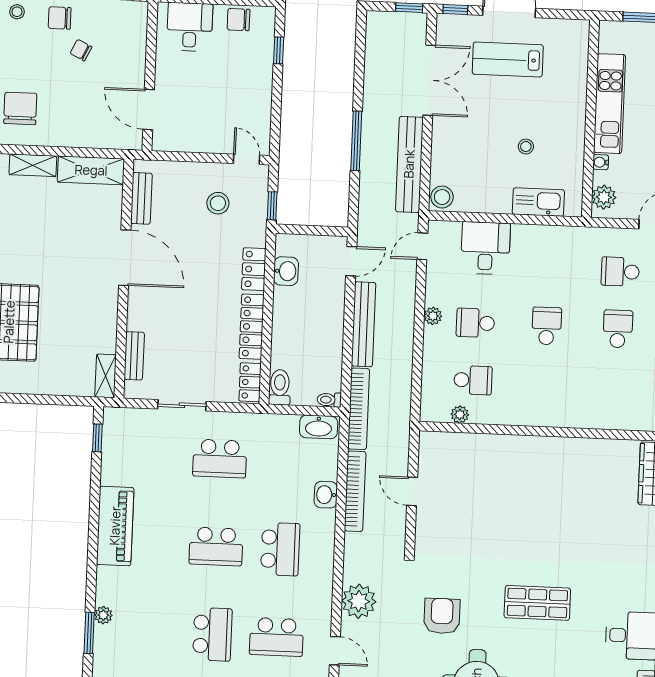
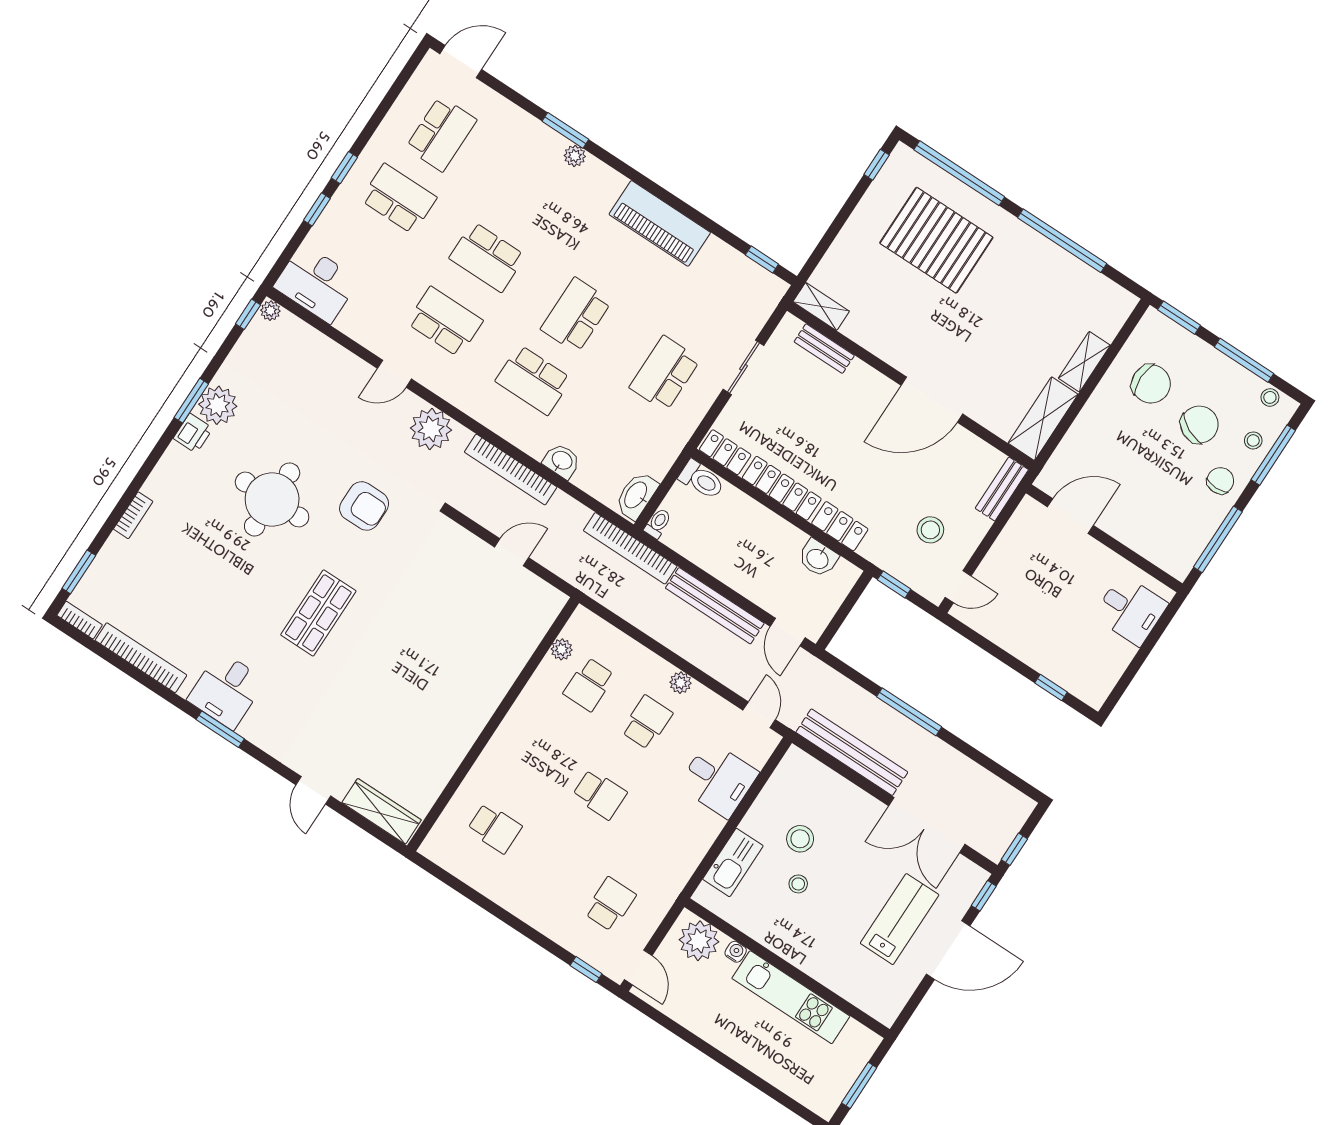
chair: (238, 20) -> (1108, 665), removed
chair: (81, 50) -> (1199, 425), moved, width x1.87, depth x1.87
stool: (442, 197) -> (800, 839), moved
plant: (604, 197) -> (699, 941), width x1.36, depth x1.36
bench: (141, 198) -> (1002, 489), moved, turned 90
school desk: (618, 329) -> (495, 828), moved
bookcase: (355, 491) -> (511, 470), moved
school desk: (277, 637) -> (445, 322), turned 90

